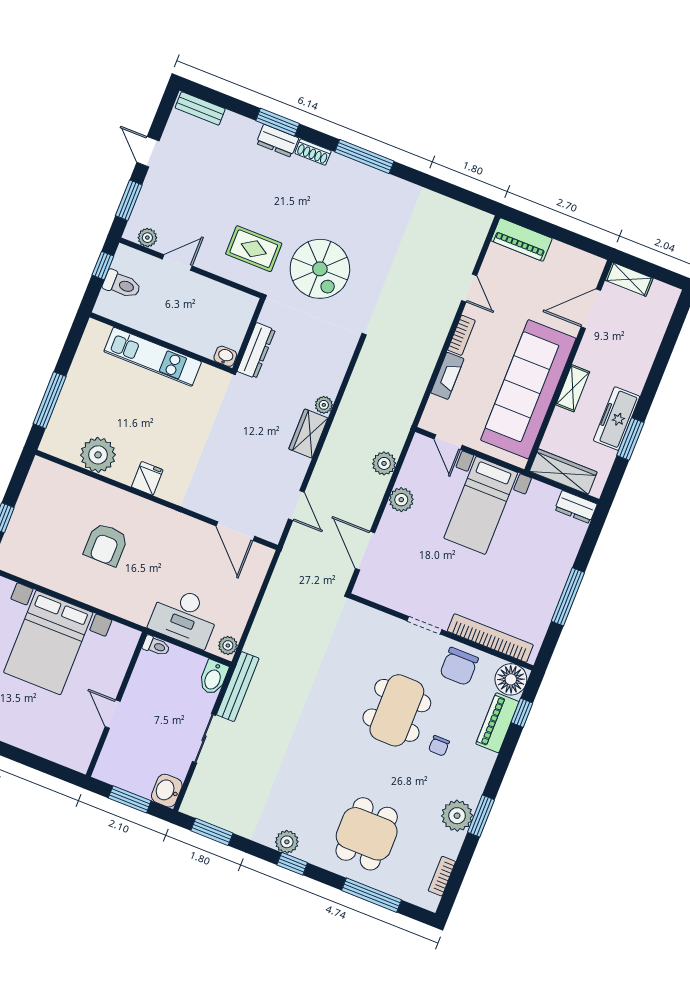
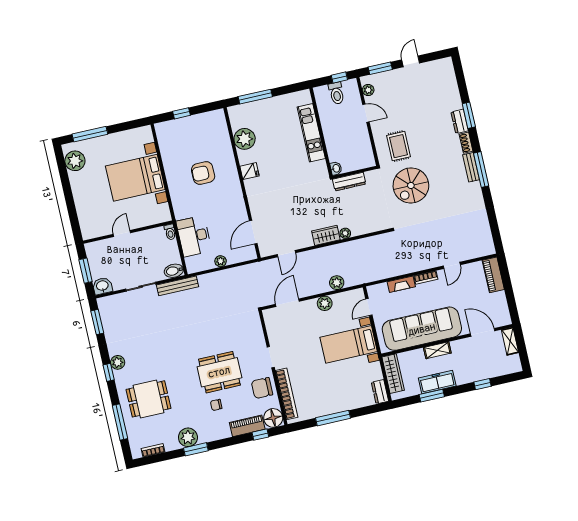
bench: (200, 108) -> (471, 167), moved
window: (662, 358) -> (483, 384), added
plant: (228, 645) -> (221, 261), moved

